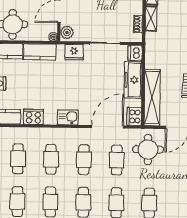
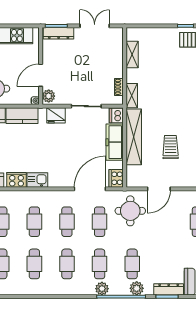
shelving: (151, 18) -> (132, 96), moved
shelving: (152, 98) -> (134, 137), moved
kitchen sink: (68, 117) -> (37, 180), moved

